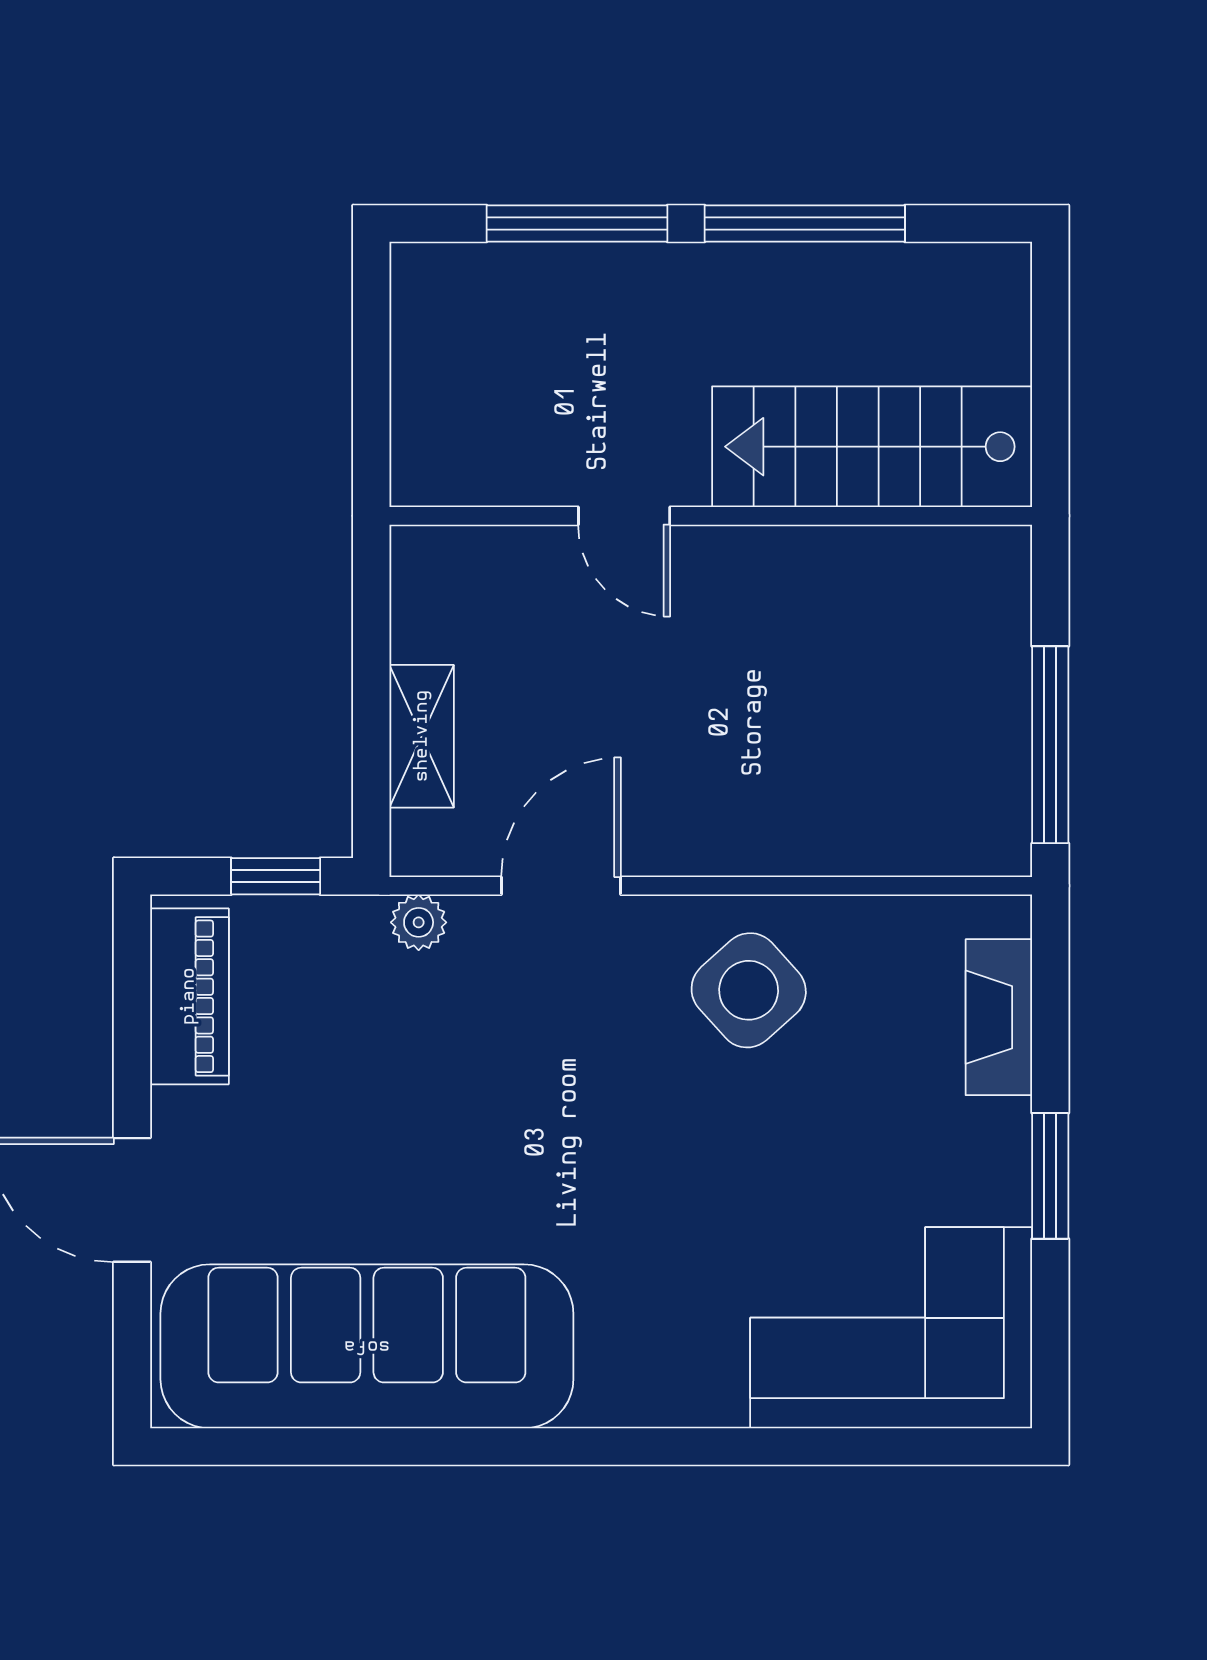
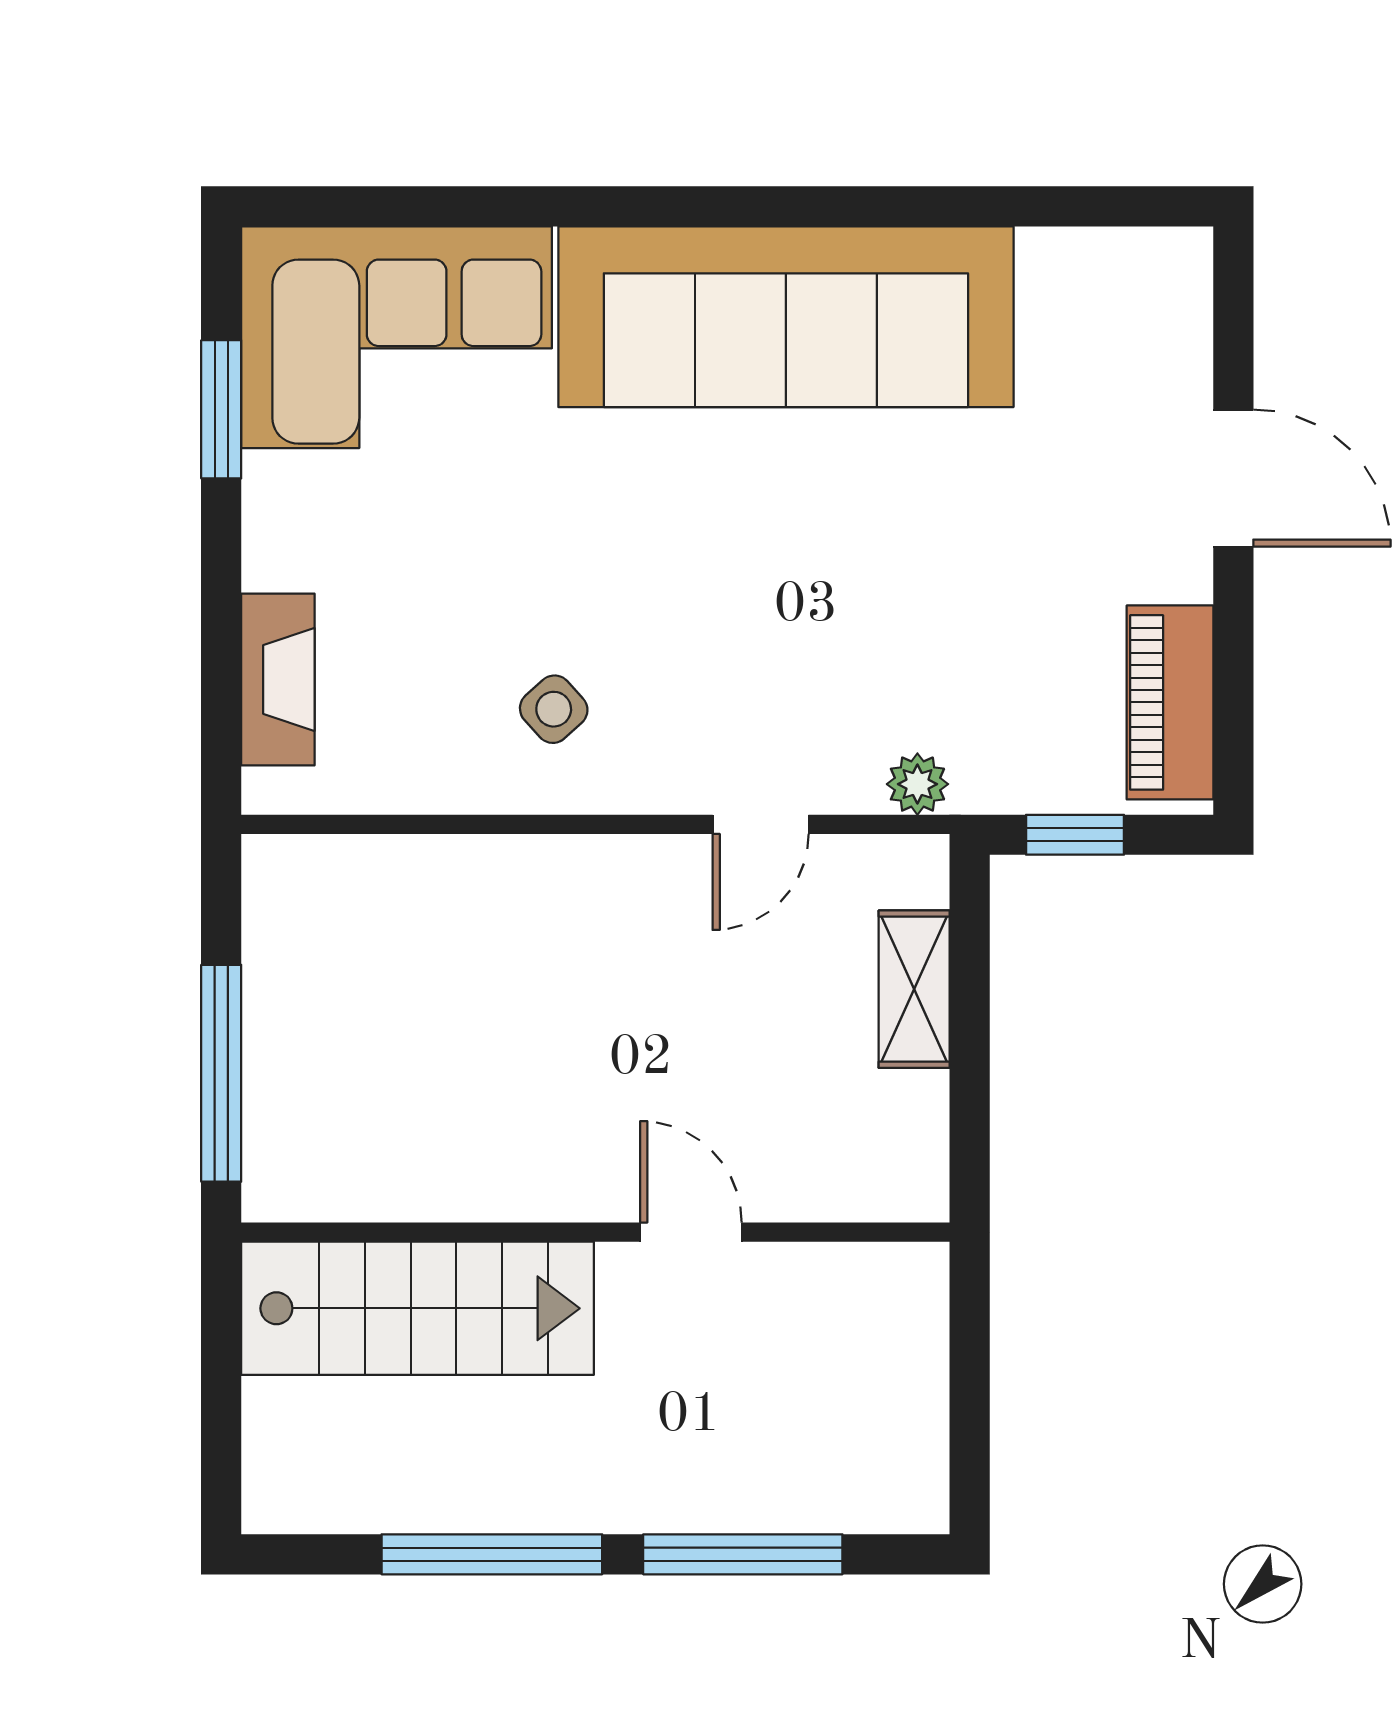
window: (1050, 745) -> (221, 1073), moved
door: (561, 886) -> (761, 824), width x0.73
side table: (749, 990) -> (554, 709), width x0.54, depth x0.54
window: (1050, 1176) -> (221, 409), moved
sofa: (367, 1346) -> (786, 317), moved

